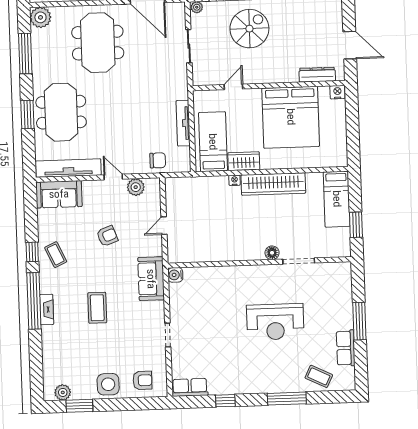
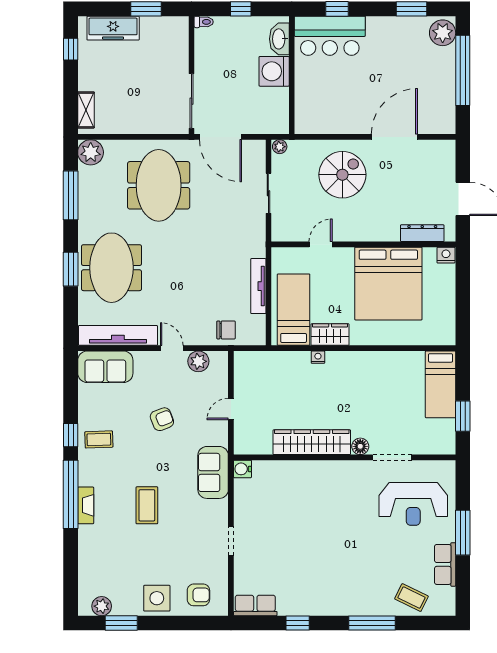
wardrobe: (273, 184) -> (312, 442), moved, turned 180
coffee table: (56, 255) -> (99, 439), turned -67
reception desk: (275, 322) -> (413, 504), moved

